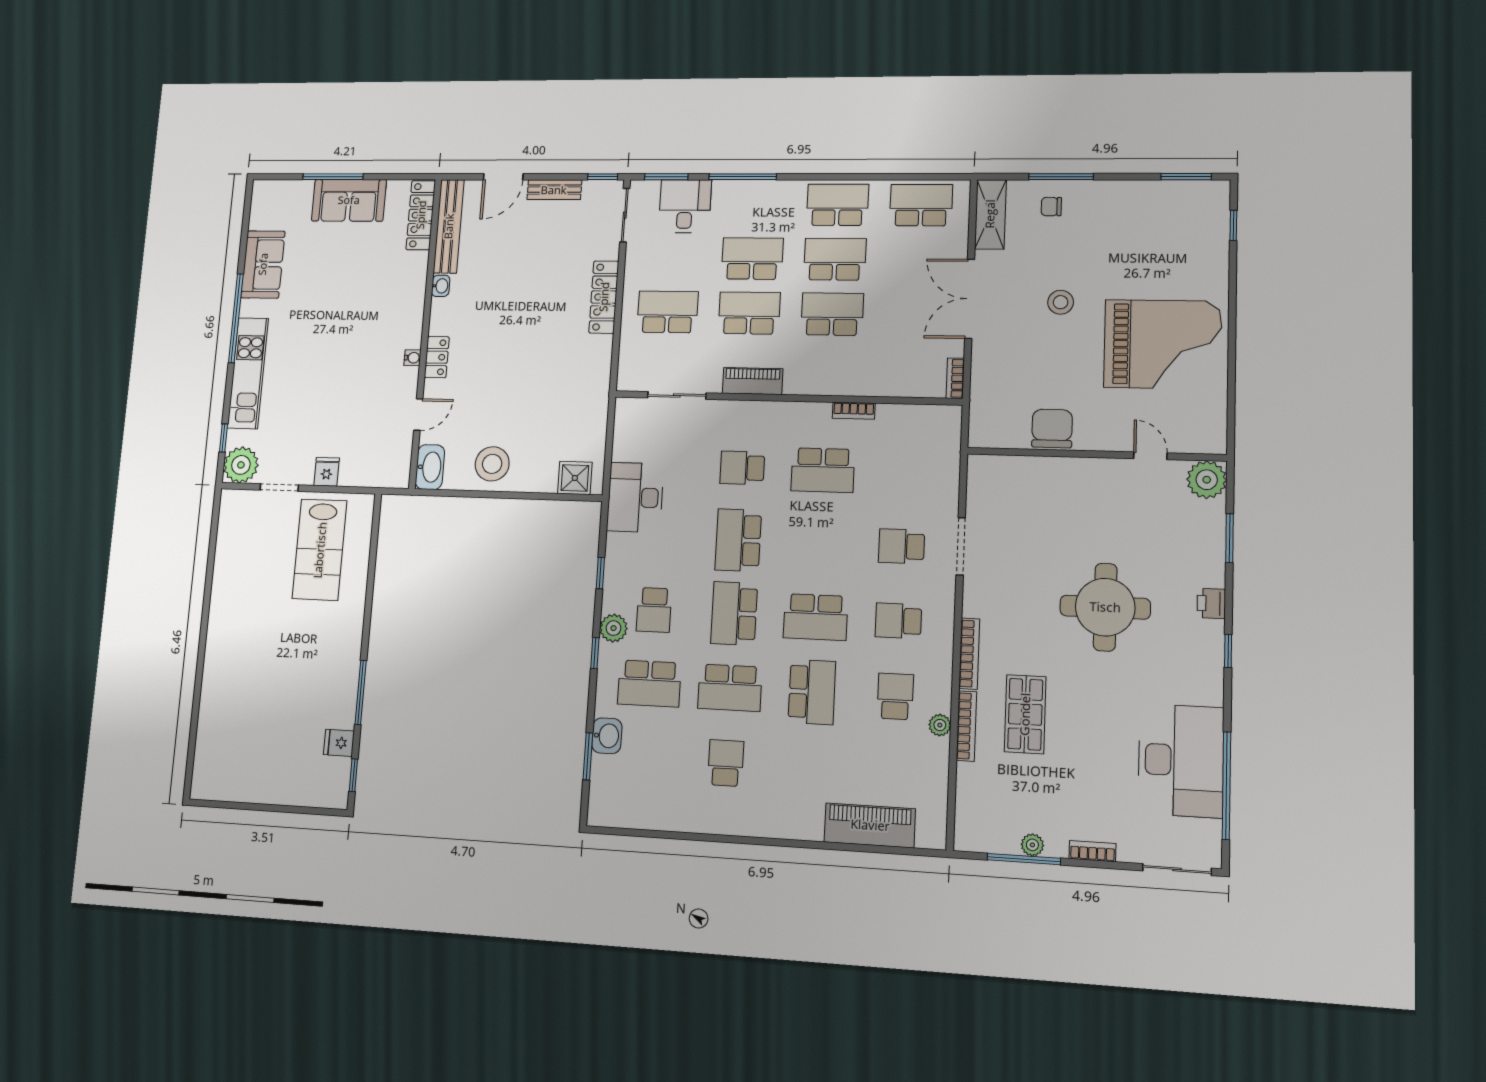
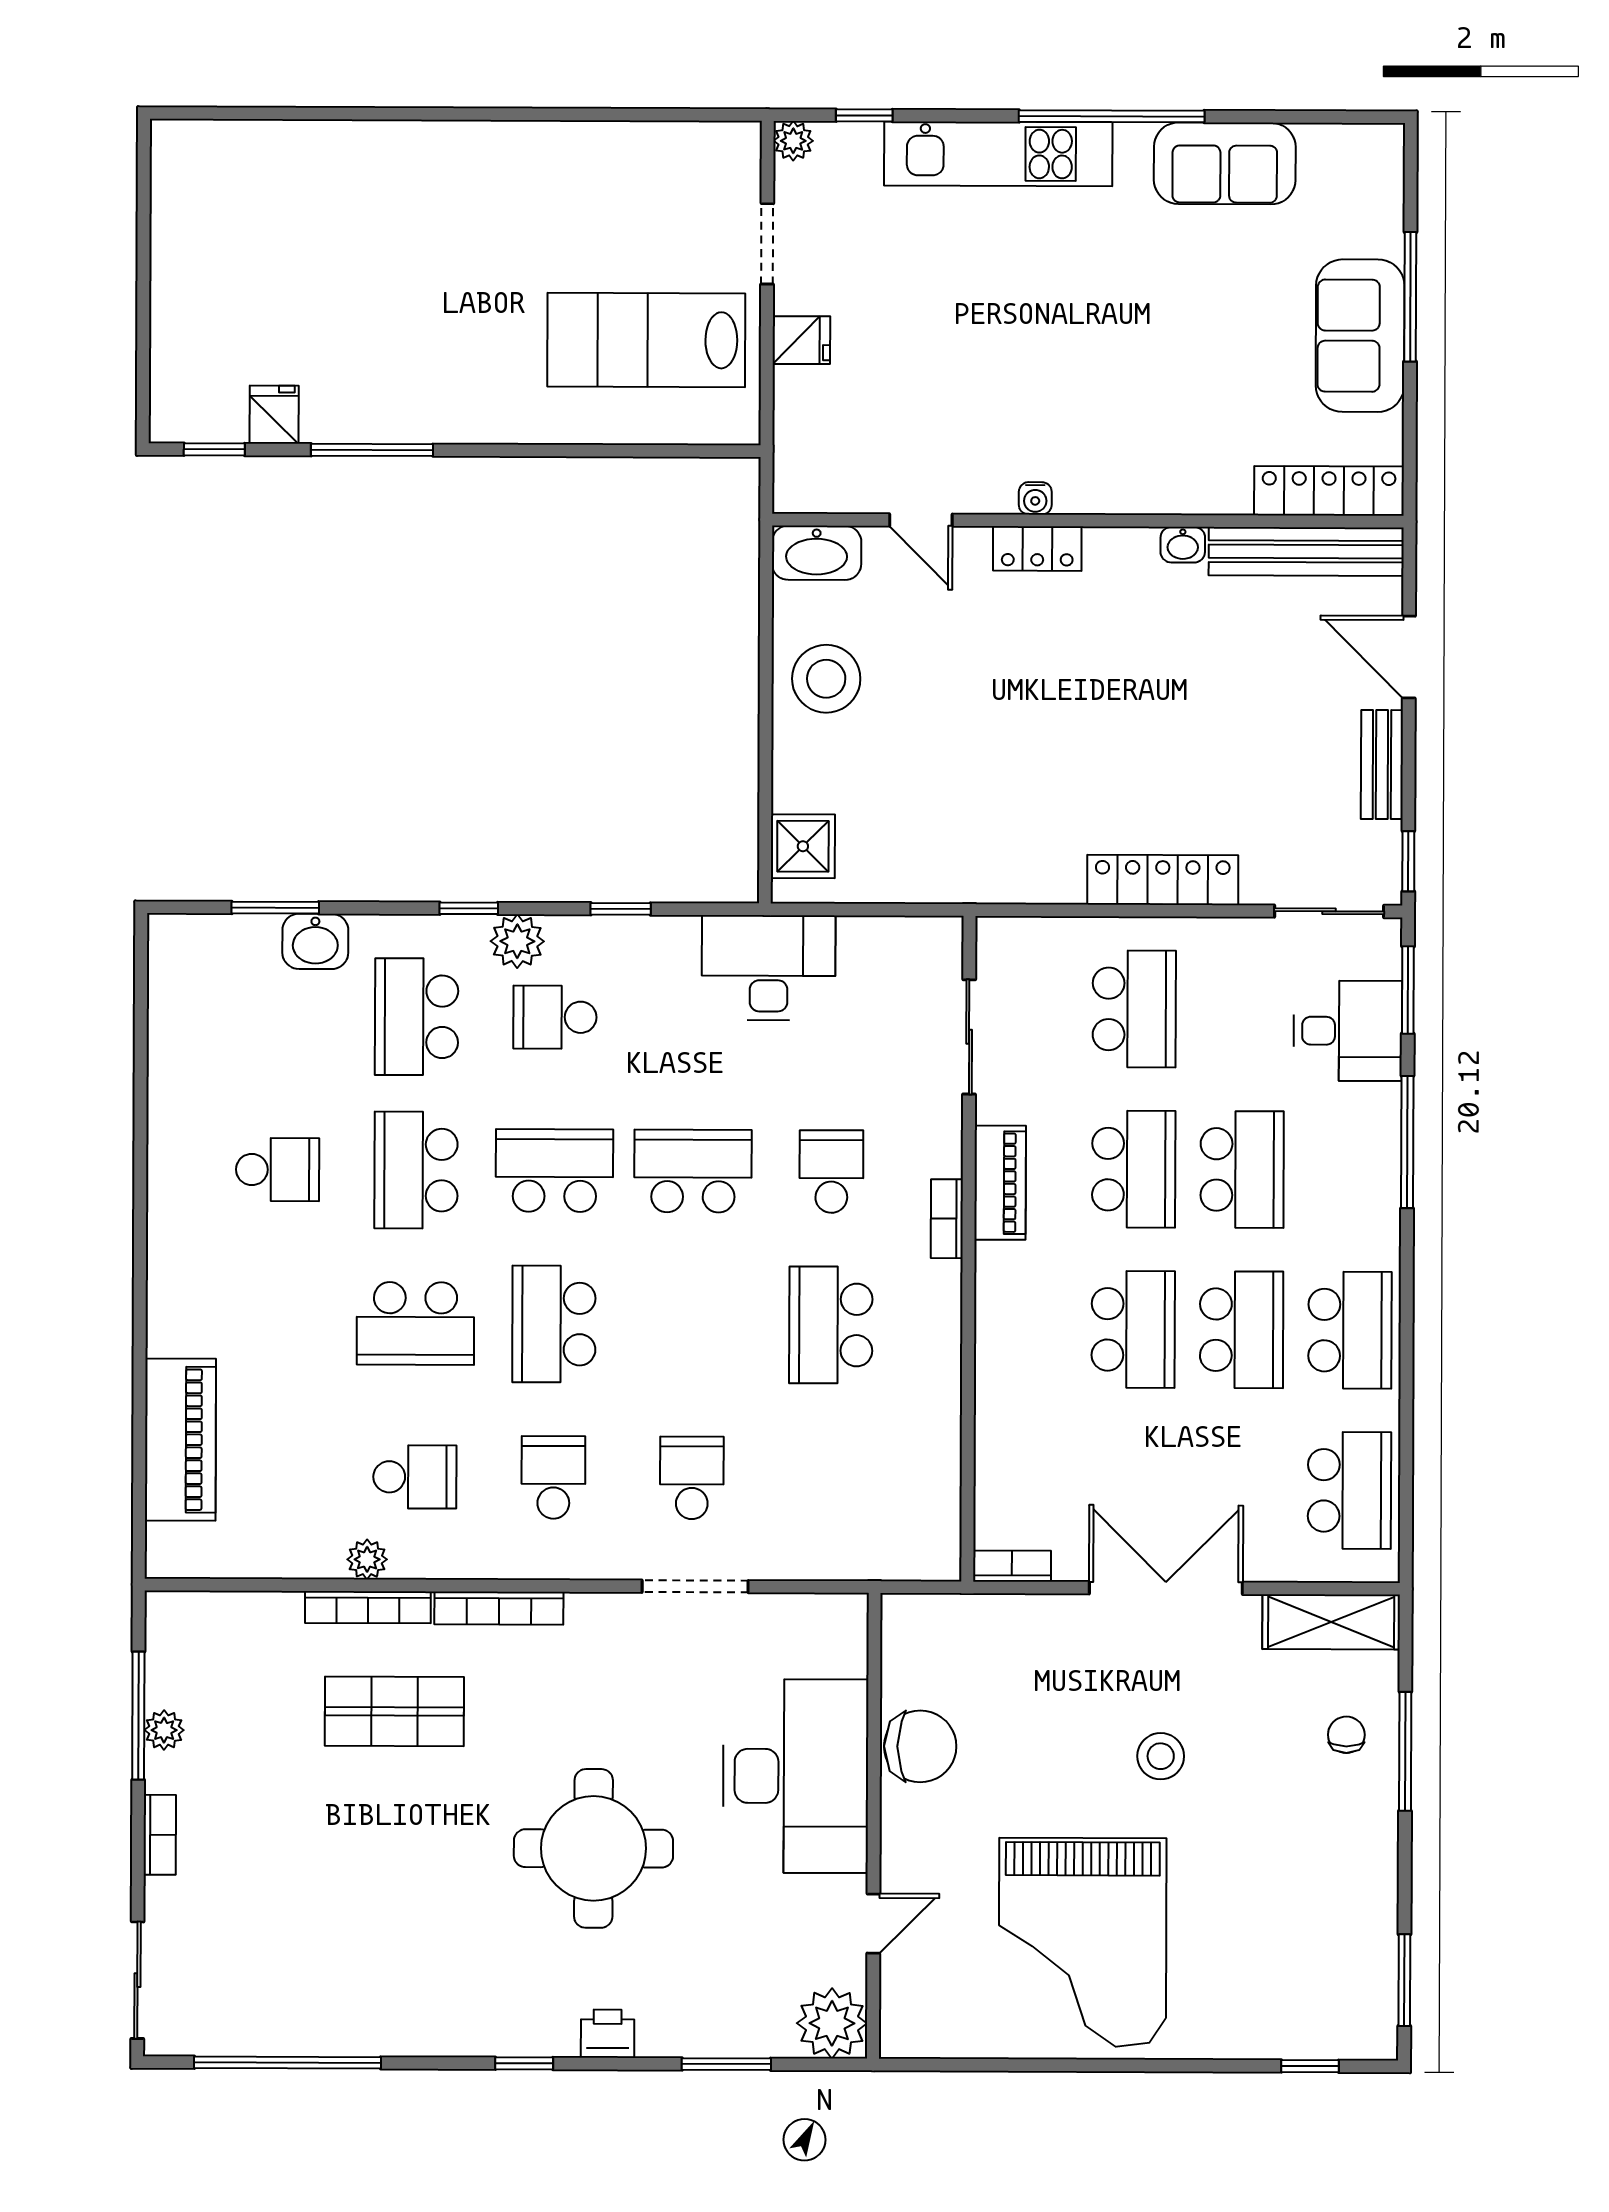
bookcase: (854, 411) -> (947, 1219), moved
plant: (241, 465) -> (793, 141), width x0.53, depth x0.53
desk: (1181, 761) -> (796, 1776), moved, turned -90

